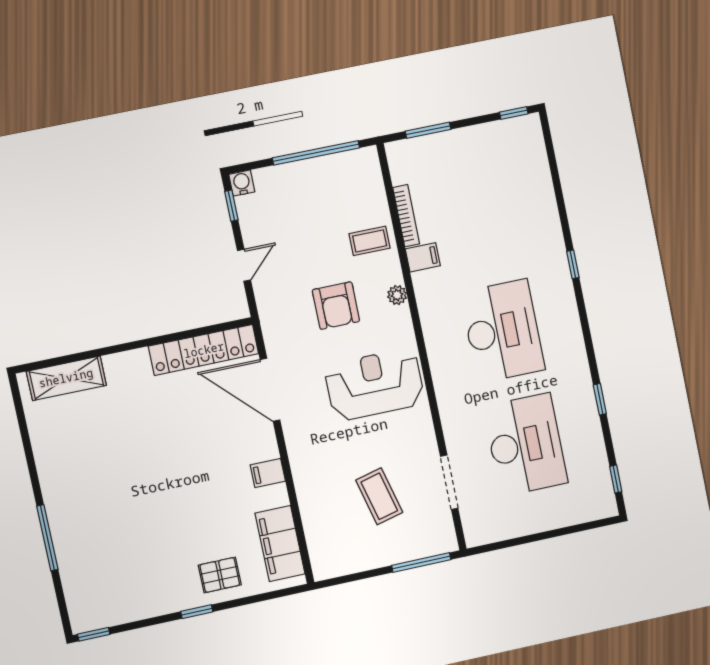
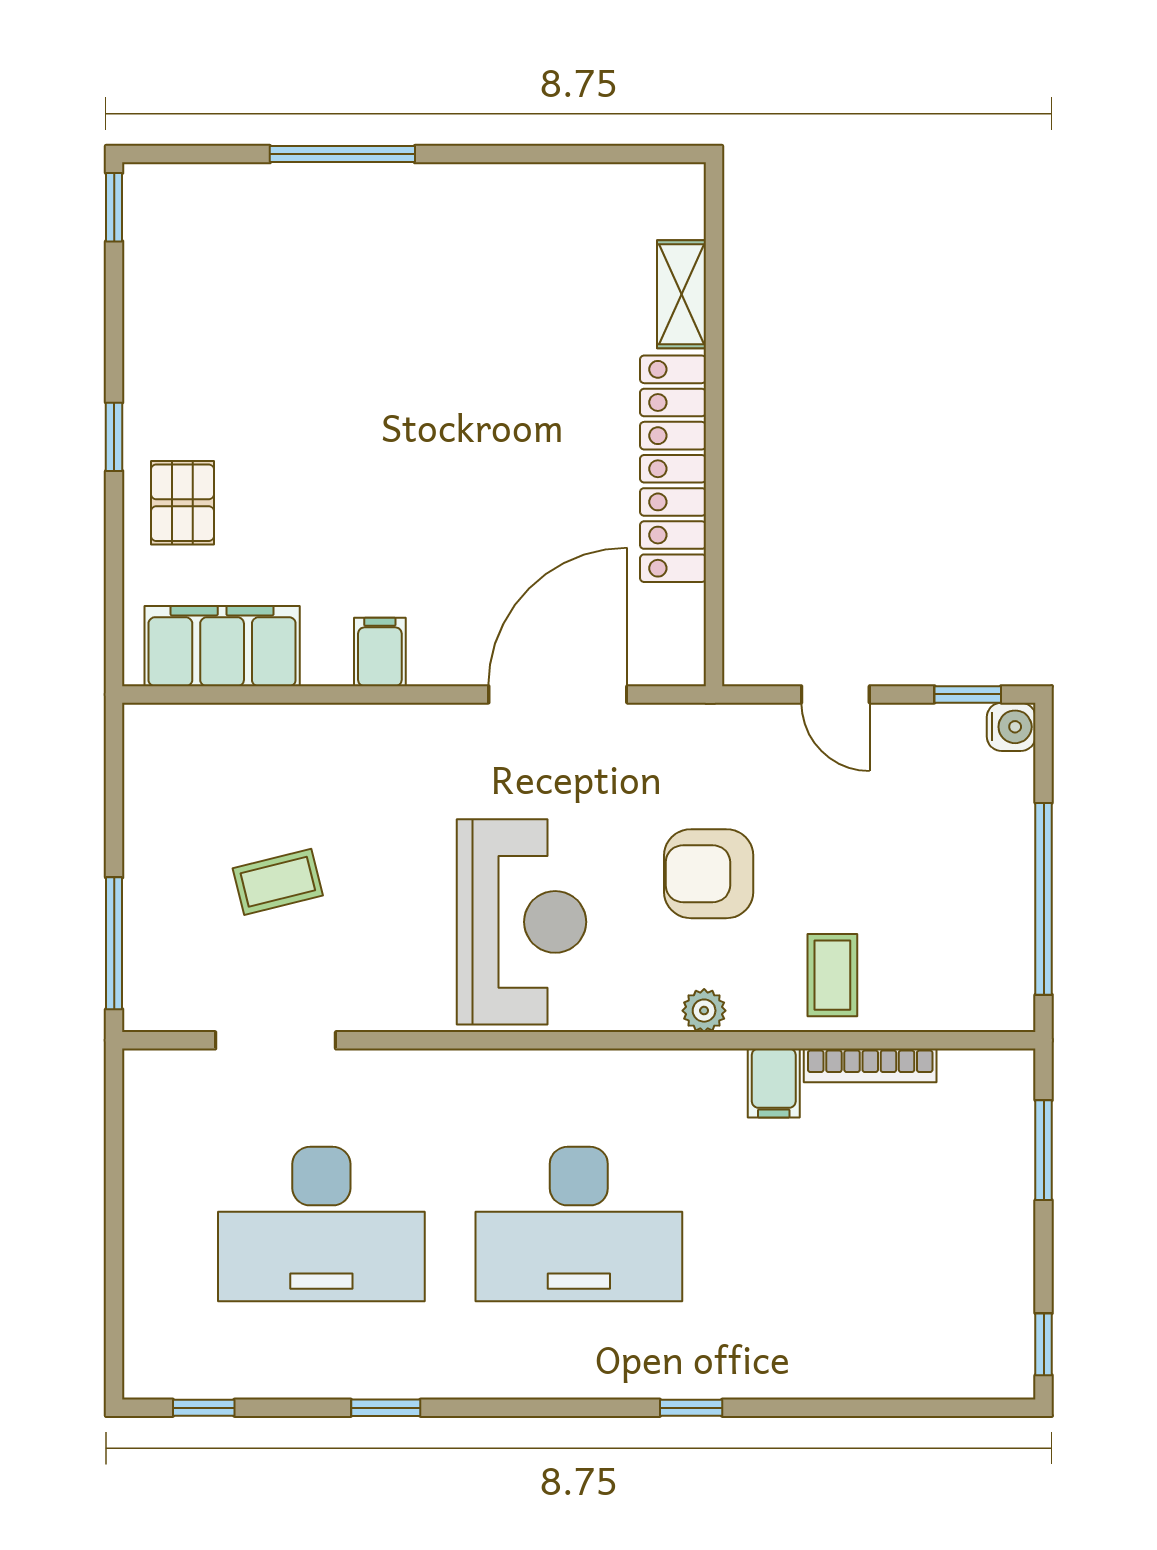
locker: (204, 350) -> (673, 469), moved
shelving: (66, 378) -> (681, 294), width x0.67, depth x0.75
coffee table: (379, 496) -> (278, 882), width x0.73, depth x0.77

